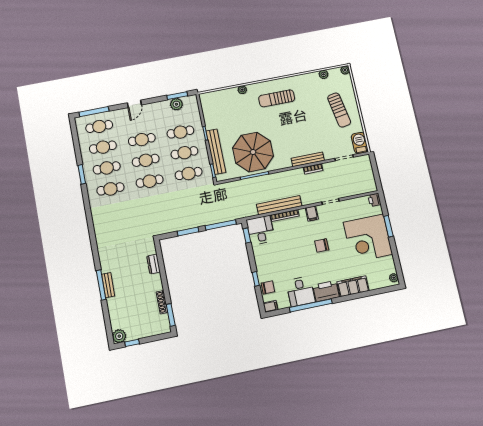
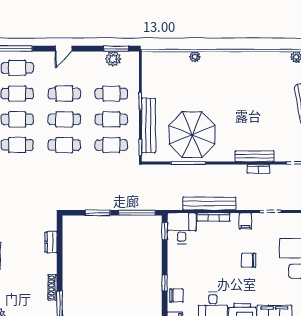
sun lounger: (277, 98) -> (234, 75), removed

